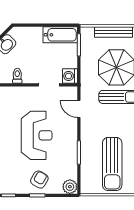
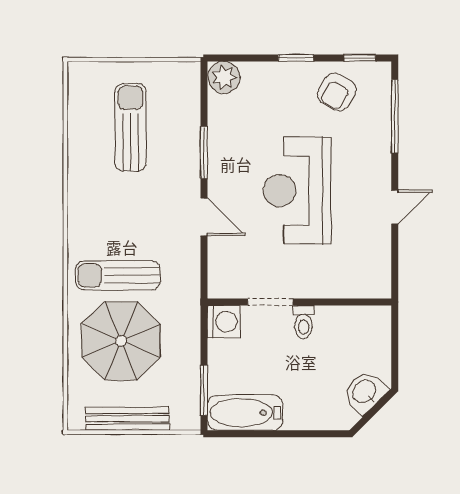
toilet: (17, 76) -> (304, 322), moved
door: (79, 109) -> (204, 217), moved
sun lounger: (112, 164) -> (130, 127), width x0.73, depth x0.75
armchair: (39, 180) -> (337, 92), moved

